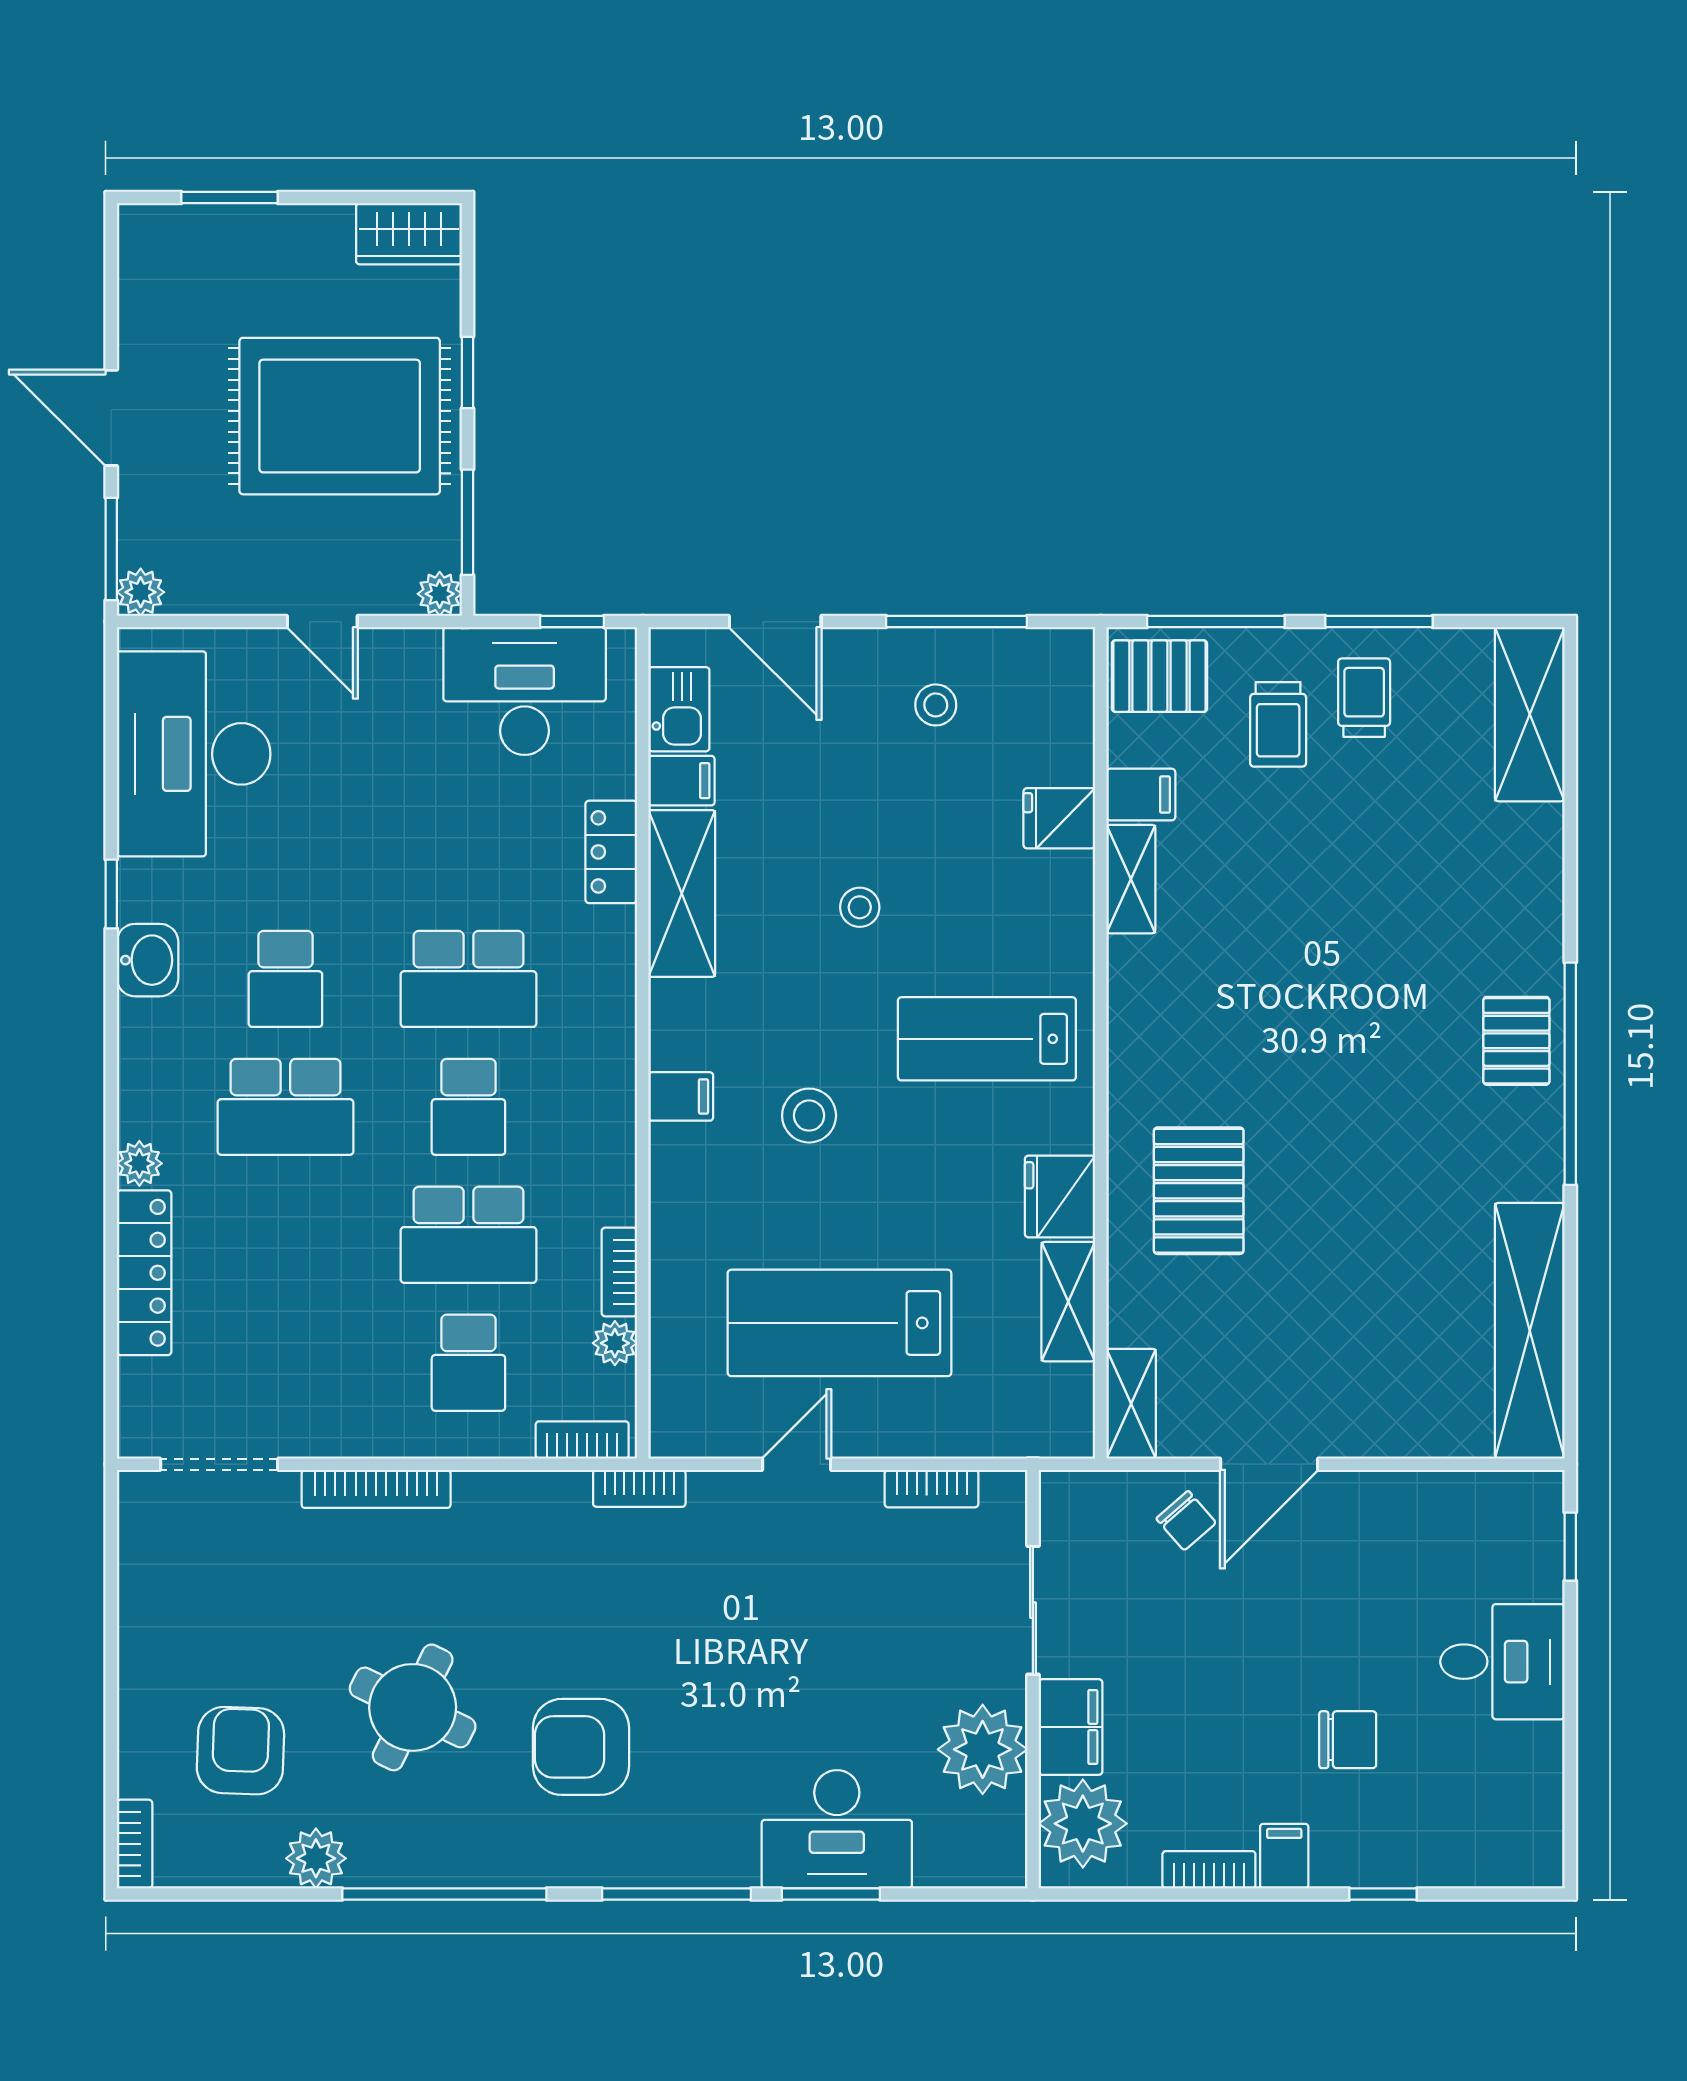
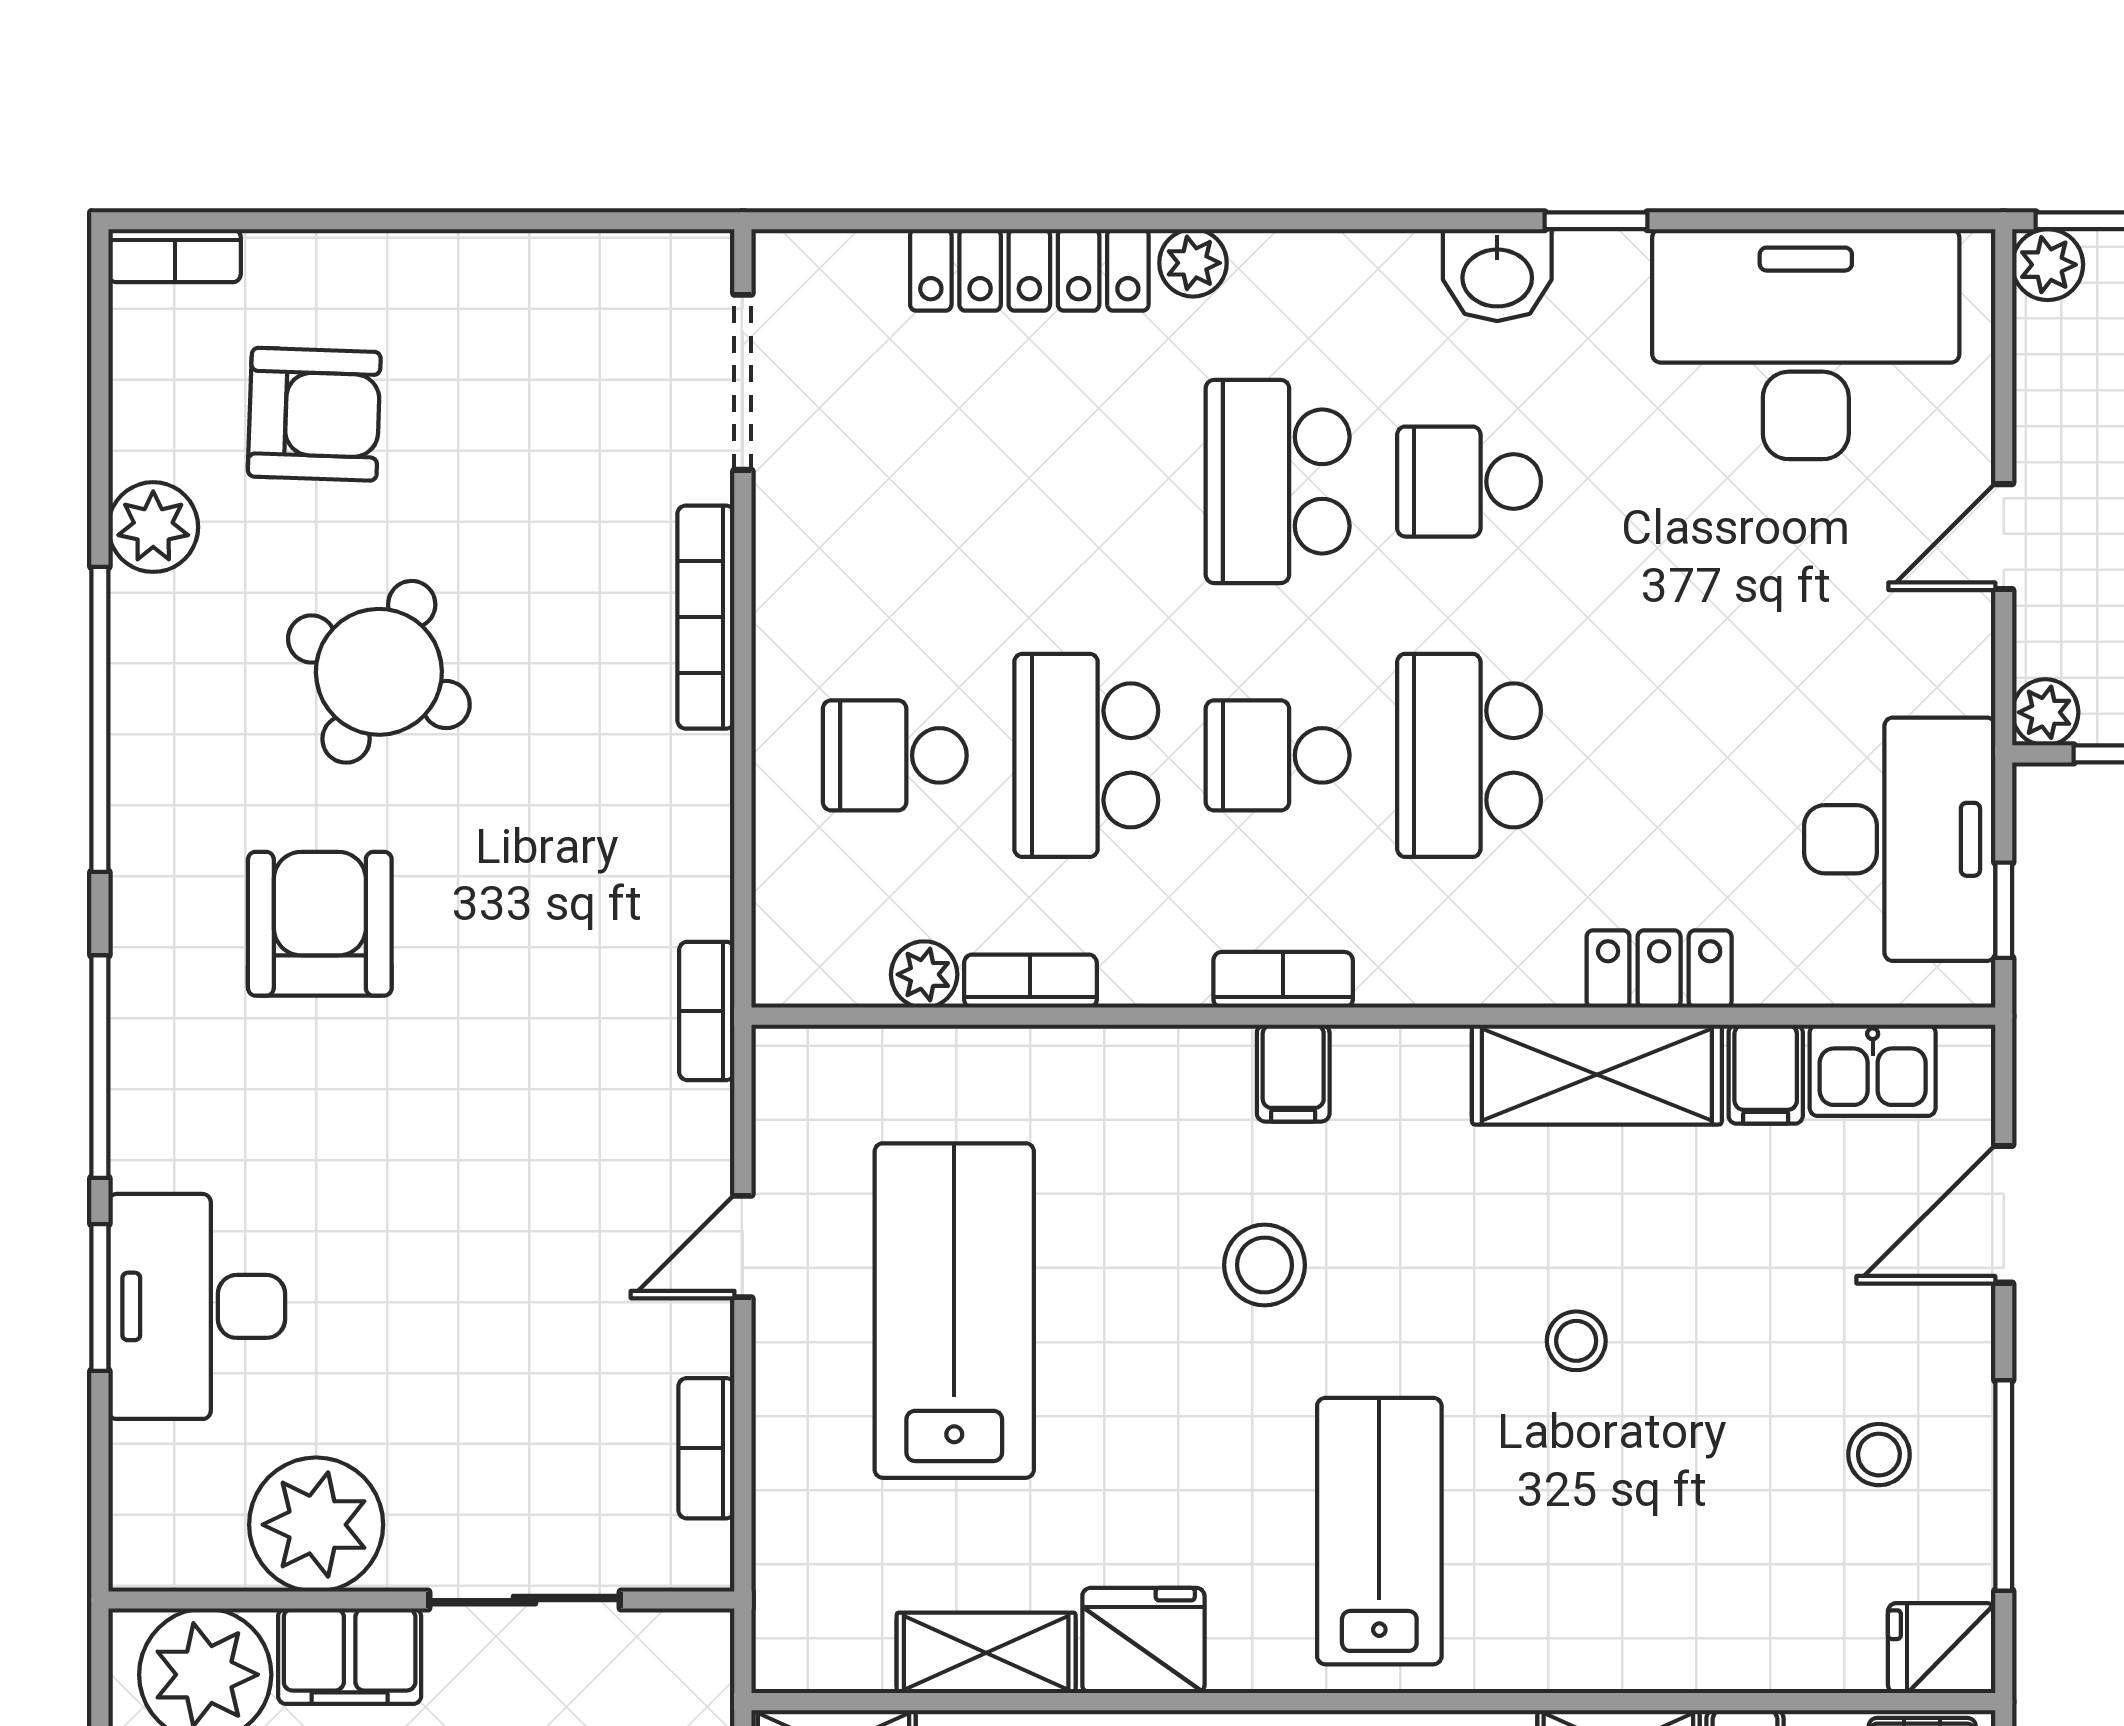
fridge: (1059, 818) -> (1942, 1648), moved, turned -90
bookcase: (582, 1440) -> (1283, 980), moved, turned -90
door: (797, 1464) -> (743, 1246), swing flipped

